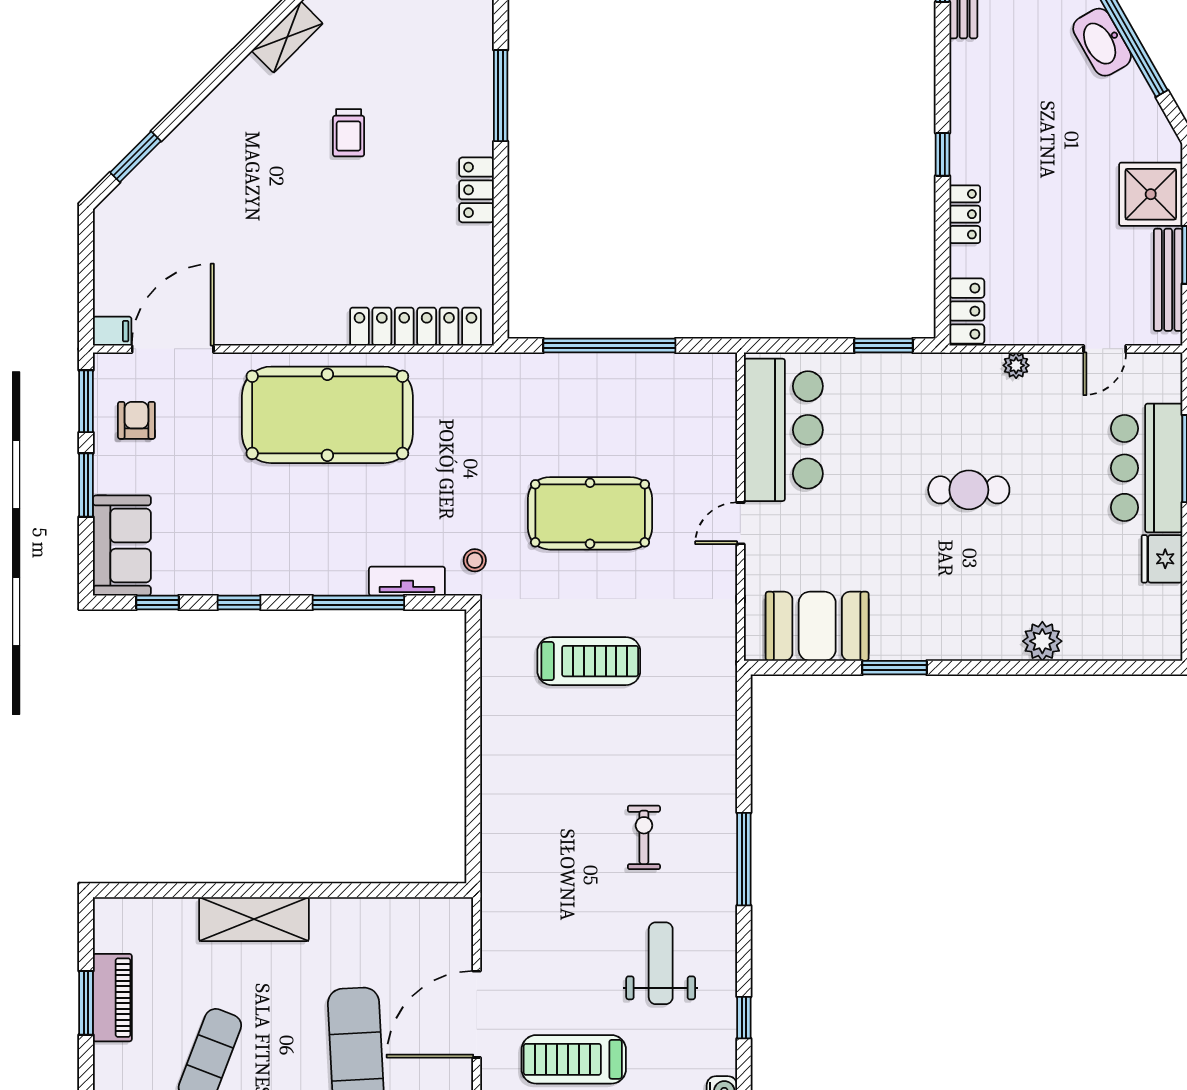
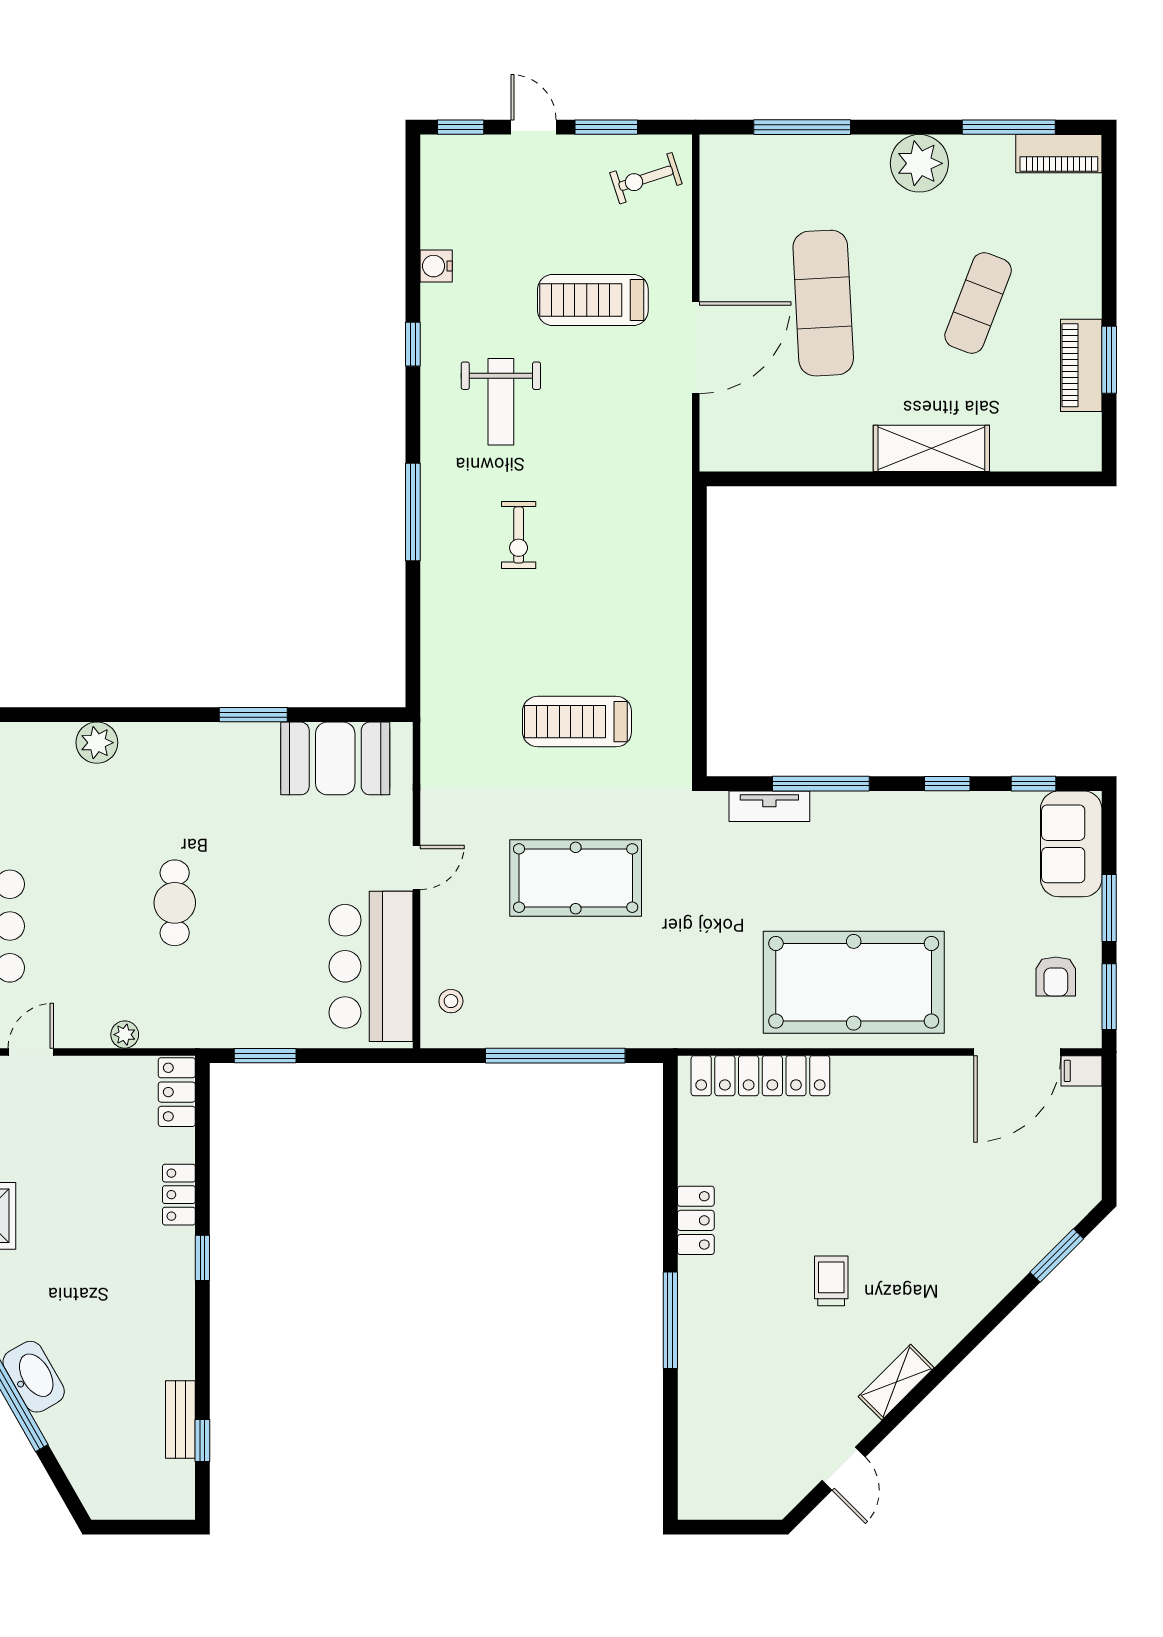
cafe table: (969, 490) -> (175, 903), turned 90
stool: (475, 560) -> (451, 1001), moved
treadmill: (574, 1059) -> (593, 300), turned 180

